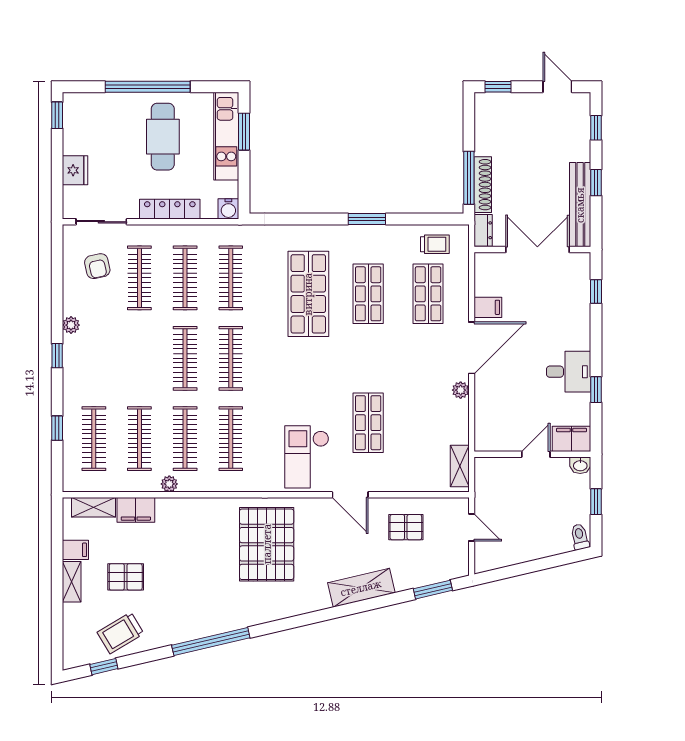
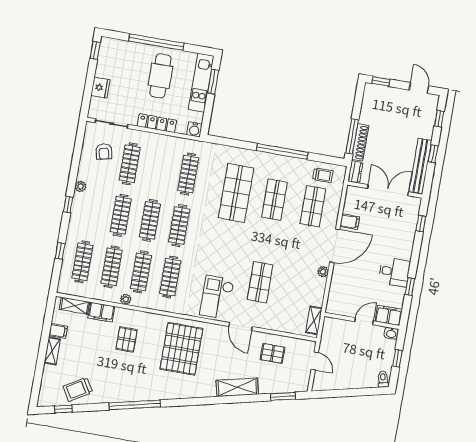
window: (367, 219) -> (282, 151), width x2.11
clothes rail: (185, 278) -> (121, 215), moved
pallet: (126, 577) -> (127, 339), moved, turned 90

